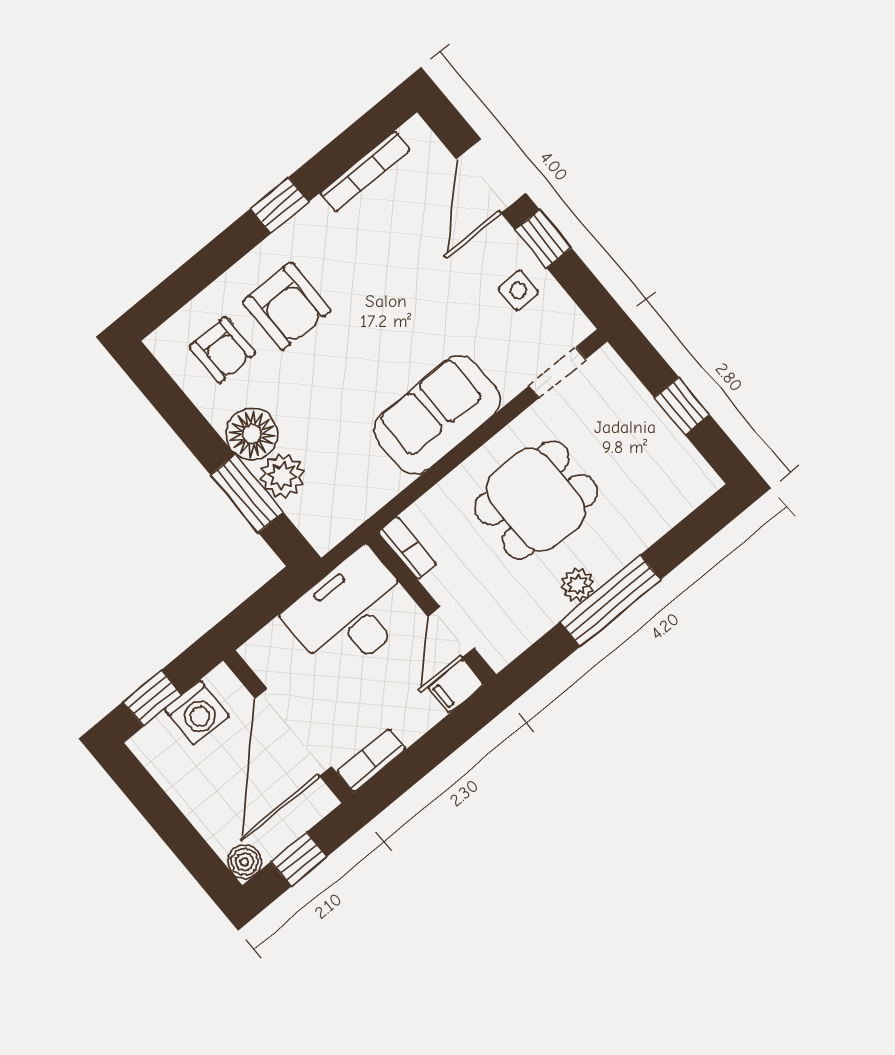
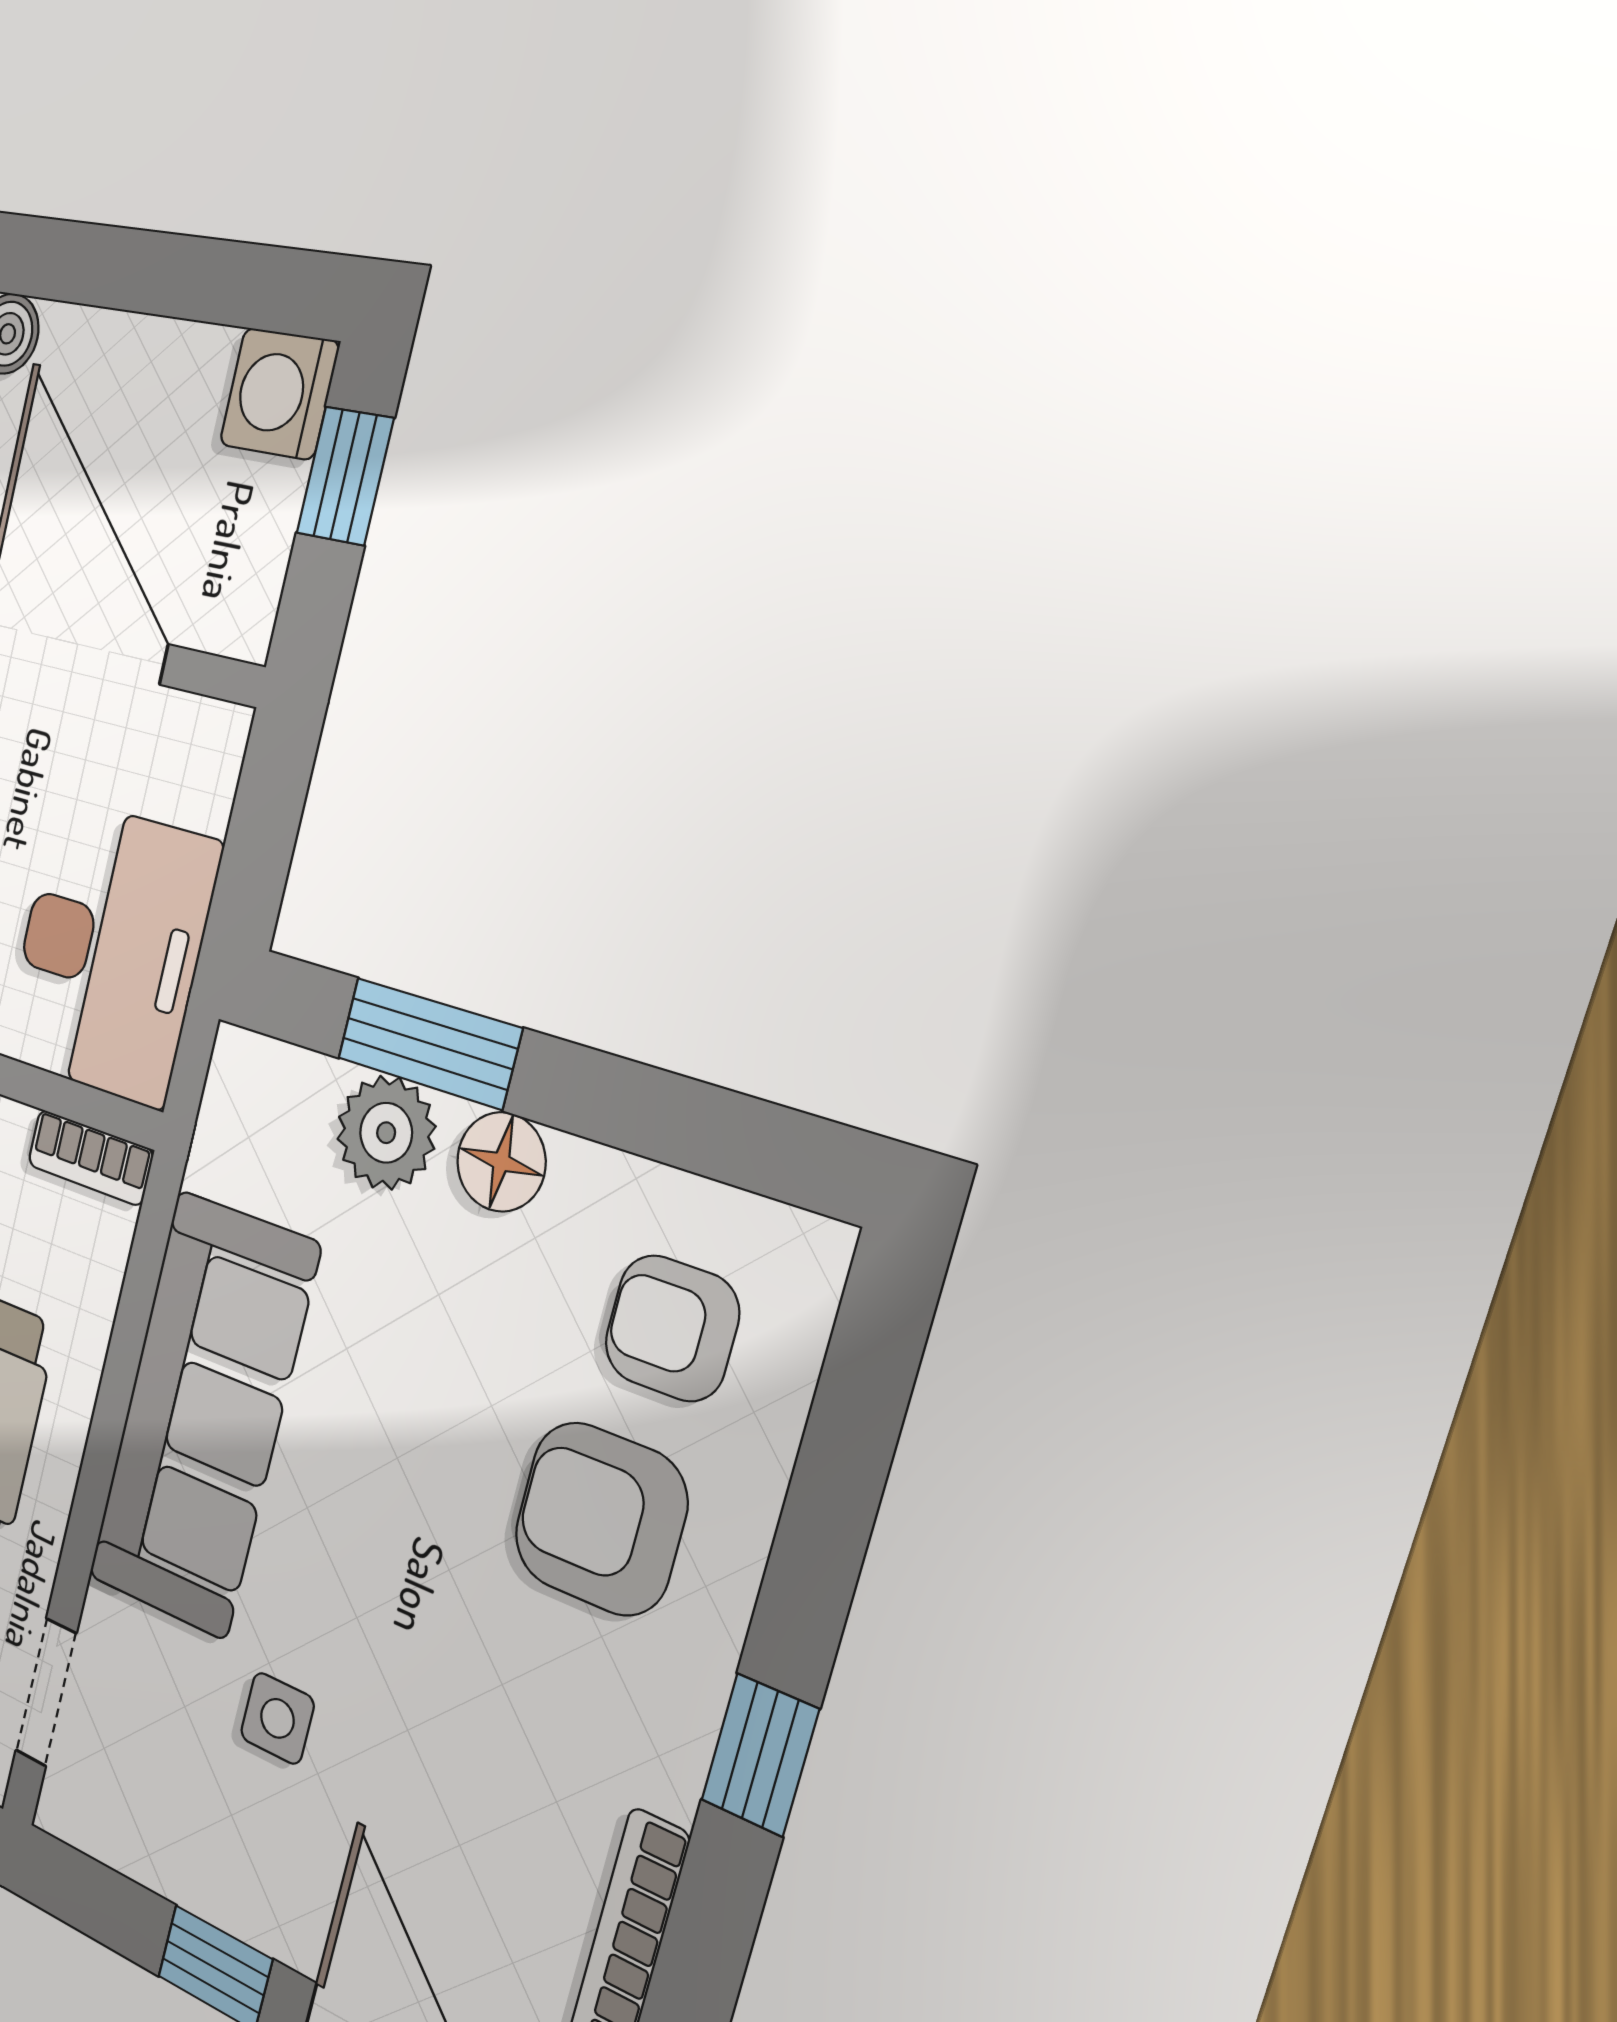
side table: (518, 290) -> (277, 1718), moved
sofa: (437, 415) -> (202, 1415), width x1.36
floor lamp: (252, 434) -> (501, 1162), width x0.73, depth x0.73
washing machine: (197, 713) -> (279, 394), moved

